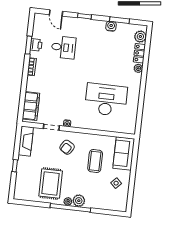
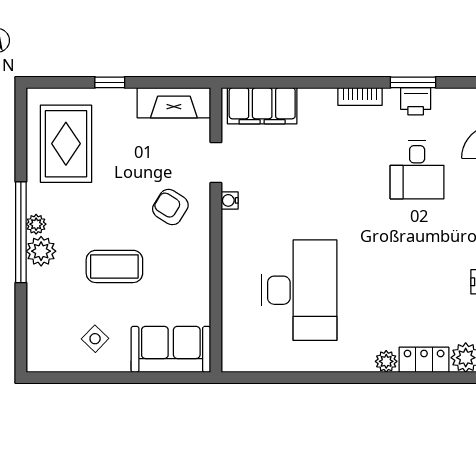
coffee table: (95, 161) -> (114, 266), moved
rug: (51, 183) -> (66, 144), moved, turned 90

